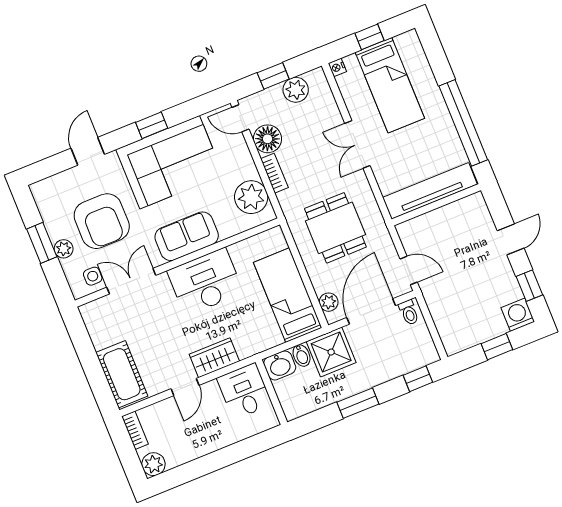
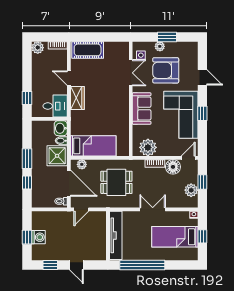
desk: (205, 282) -> (116, 109), removed
washing machine: (518, 315) -> (38, 237), moved
window: (418, 379) -> (27, 183), moved
window: (250, 447) -> (27, 98), added

